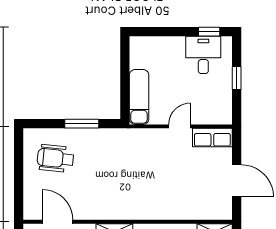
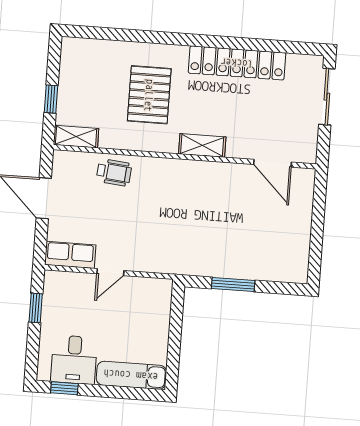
window: (237, 78) -> (36, 308), moved
exam couch: (139, 97) -> (131, 375), moved, turned 90
wheelchair: (55, 158) -> (114, 172), moved, width x0.73, depth x0.73

